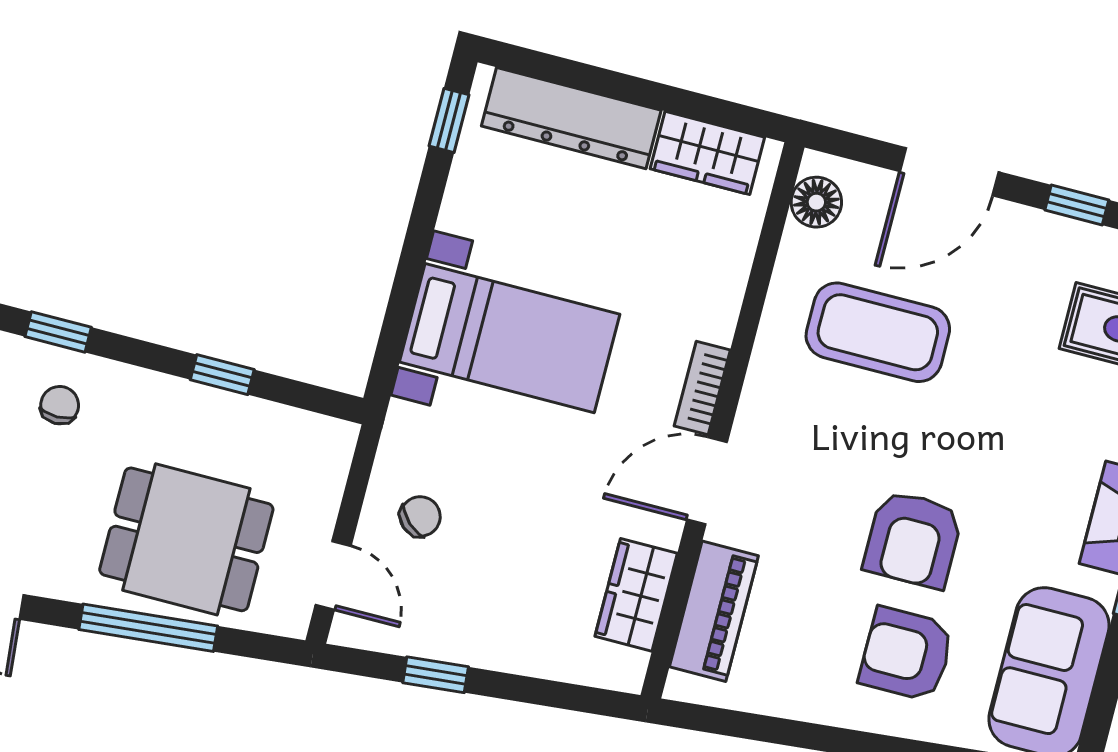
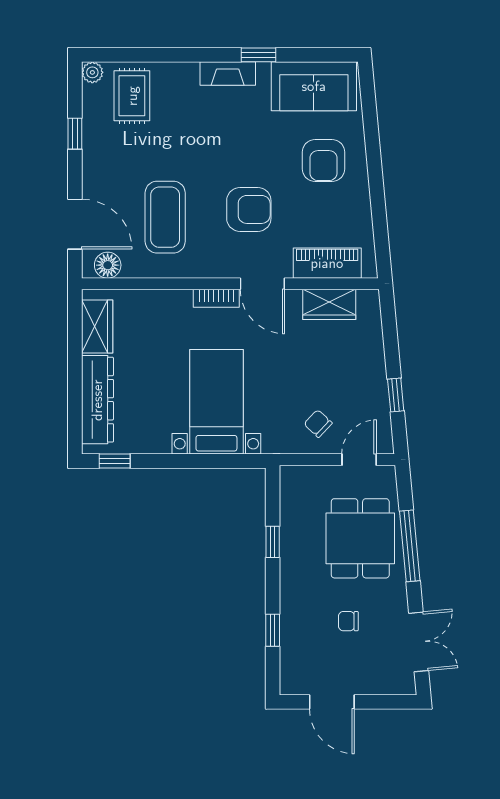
door: (949, 172) -> (75, 224), moved
chair: (60, 405) -> (348, 621), moved
armchair: (913, 539) -> (249, 209), moved

